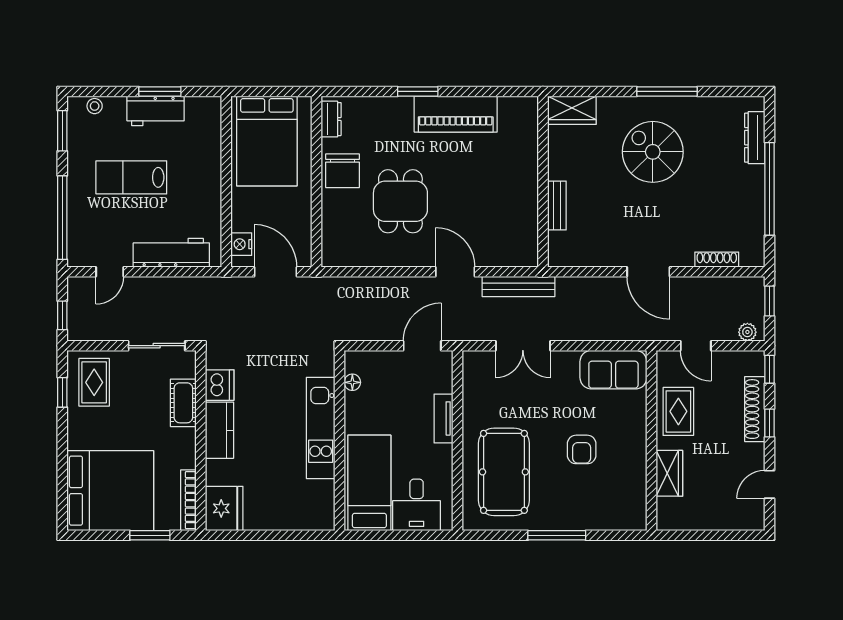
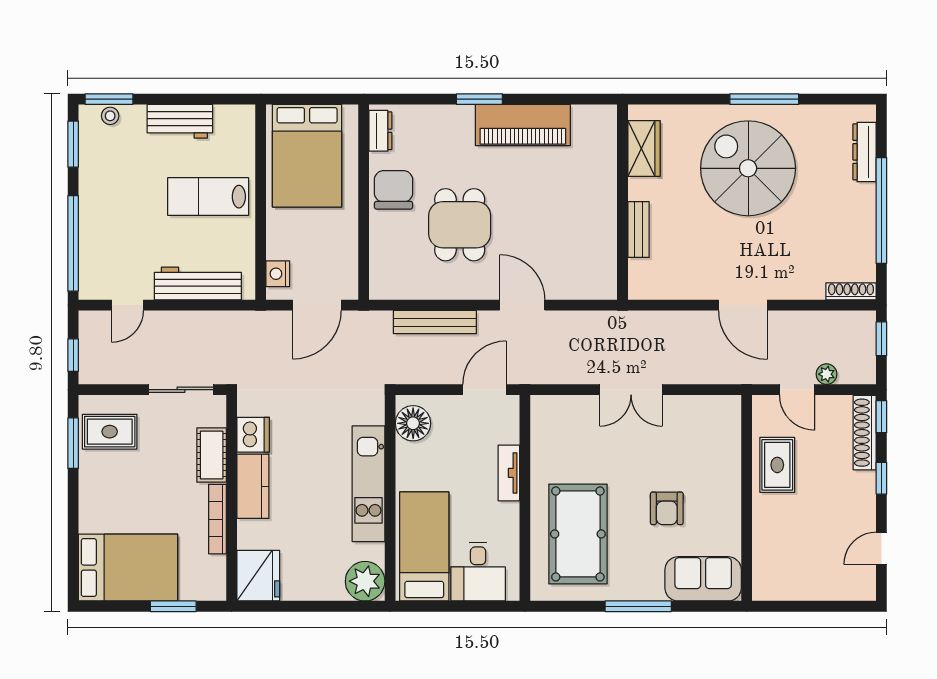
window: (160, 91) -> (109, 99), moved
wardrobe: (572, 110) -> (644, 148), moved, turned -90
spiral stairs: (653, 152) -> (748, 168), width x1.37, depth x1.37
chair: (343, 171) -> (394, 190), turned 180
lab bench: (131, 177) -> (208, 197), moved
shoe rack: (717, 260) -> (851, 291), moved
door: (275, 272) -> (317, 305), swing flipped
bench: (518, 286) -> (435, 322), moved
plant: (747, 332) -> (827, 374), moved
double door: (523, 346) -> (631, 390), moved
sofa: (613, 370) -> (703, 579), moved, turned 180
rug: (94, 382) -> (110, 432), turned 90
floor lamp: (352, 382) -> (413, 423), width x1.89, depth x1.89
window: (62, 392) -> (73, 443), width x1.50
shoe rack: (755, 409) -> (865, 433), moved
wardrobe: (669, 473) -> (767, 536), removed
bed: (110, 491) -> (128, 568), width x0.73
bookcase: (188, 500) -> (217, 519), moved
plant: (318, 513) -> (365, 581), added

